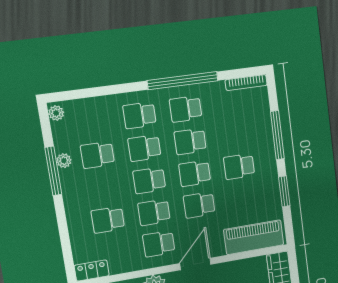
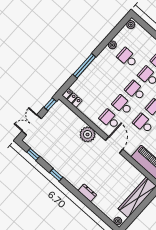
window: (53, 171) -> (84, 66), moved
school desk: (108, 220) -> (102, 86), removed
door: (195, 264) -> (114, 145), hinge flipped

